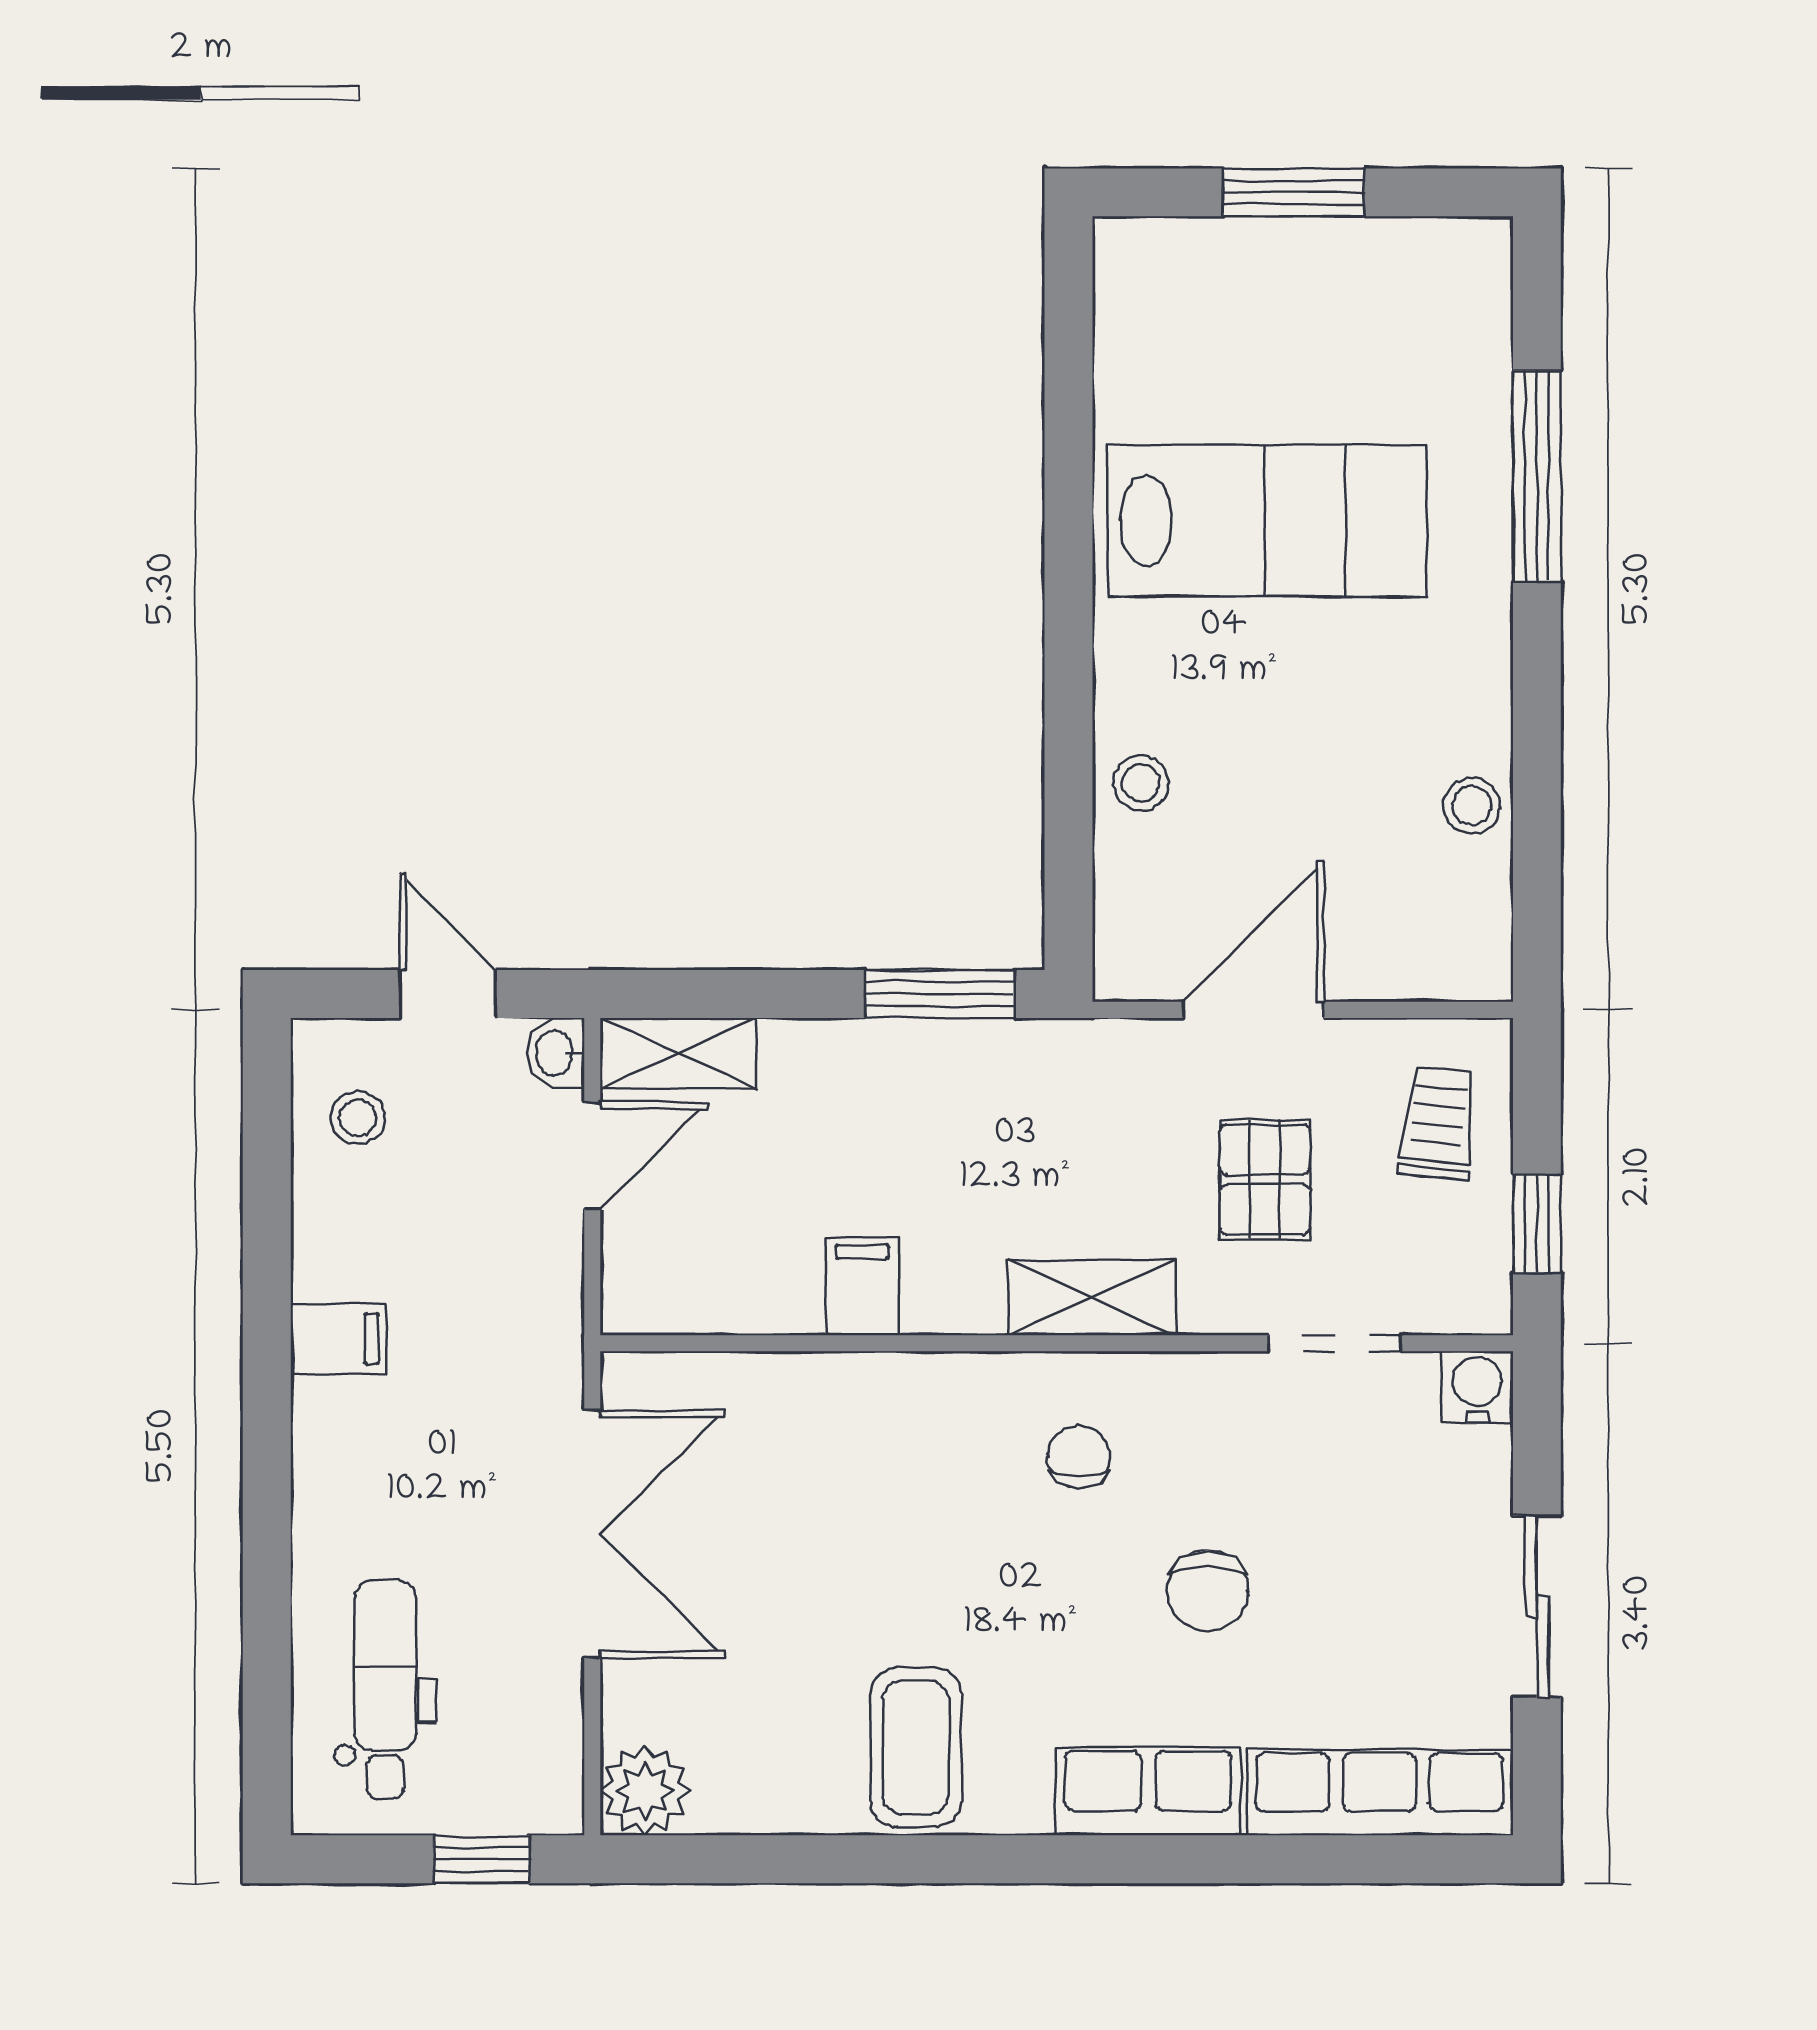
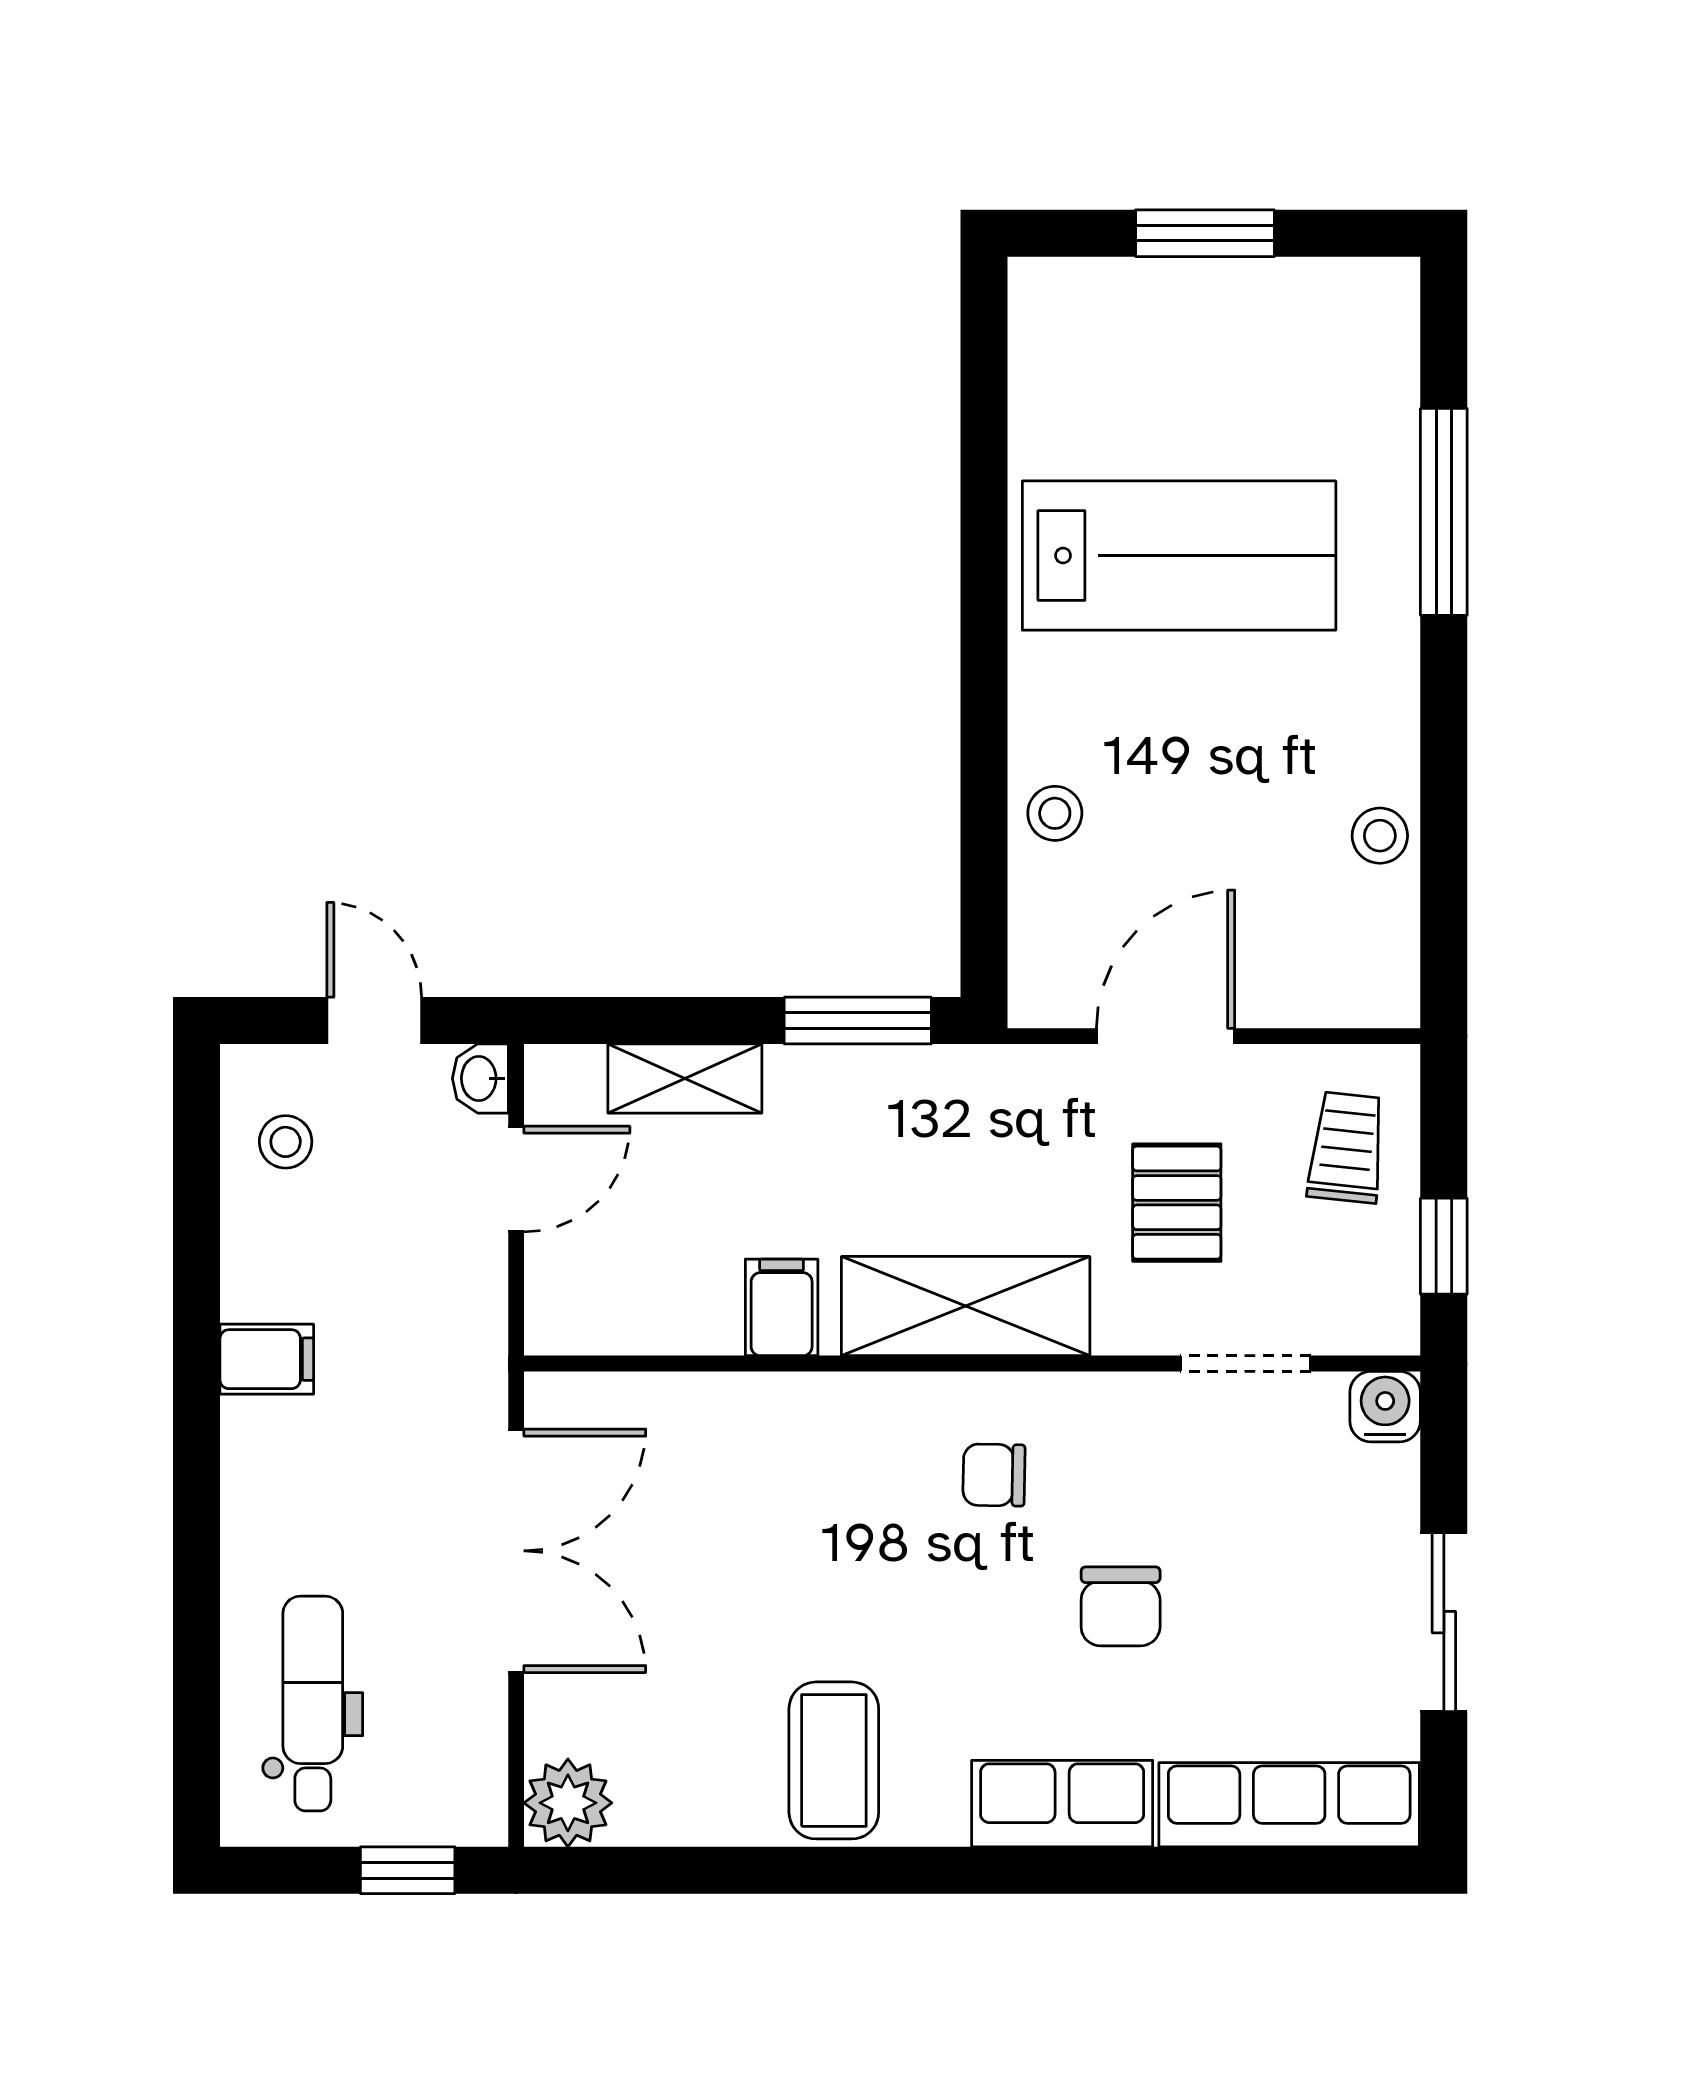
shelving: (679, 1053) -> (685, 1079), moved
shelving: (1092, 1297) -> (966, 1306), width x1.50, depth x1.33
chair: (1079, 1457) -> (994, 1475), turned -89

